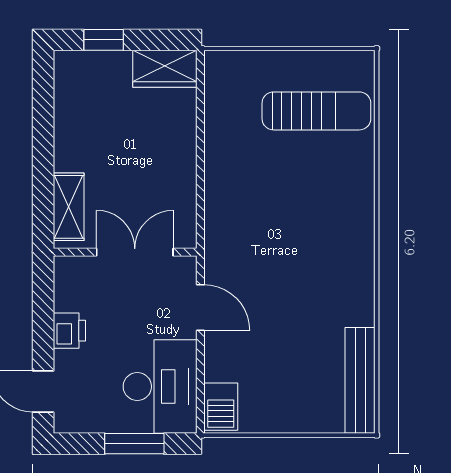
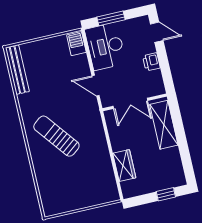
wardrobe: (165, 69) -> (124, 165), moved, turned 90
sun lounger: (316, 111) -> (56, 136), moved, turned 52
shelving: (69, 207) -> (164, 125), width x1.50, depth x1.33

